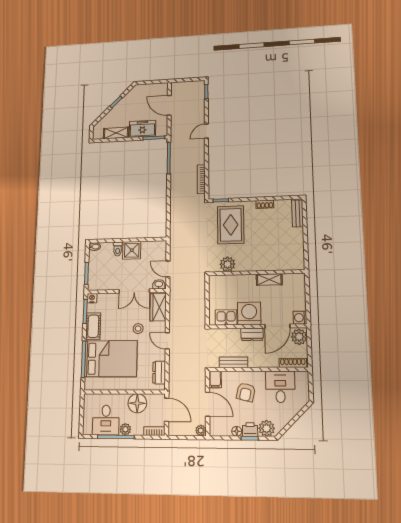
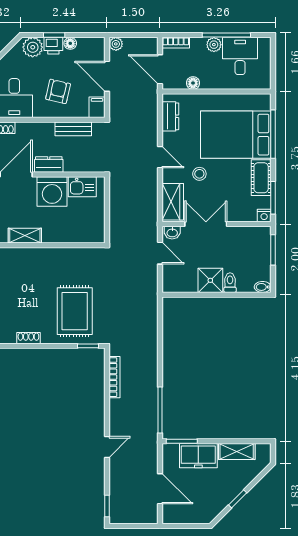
plant: (228, 264) -> (79, 258), removed
floor lamp: (137, 403) -> (193, 83), width x0.53, depth x0.53

